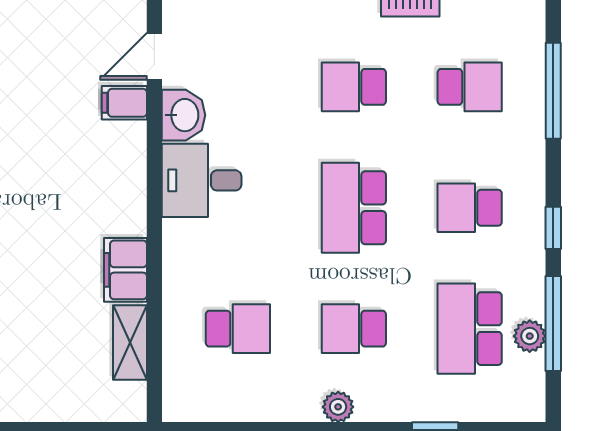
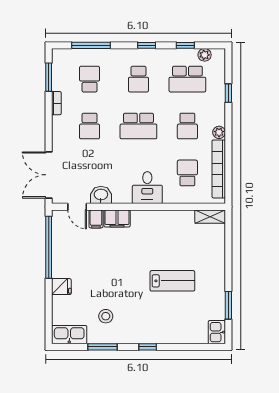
desk: (202, 180) -> (147, 188), moved
filing cabinet: (125, 270) -> (117, 218), moved
window: (553, 323) -> (185, 45), width x0.46
plant: (530, 336) -> (205, 55), moved
shelving: (130, 342) -> (210, 217), moved
bookcase: (248, 406) -> (219, 169), added

